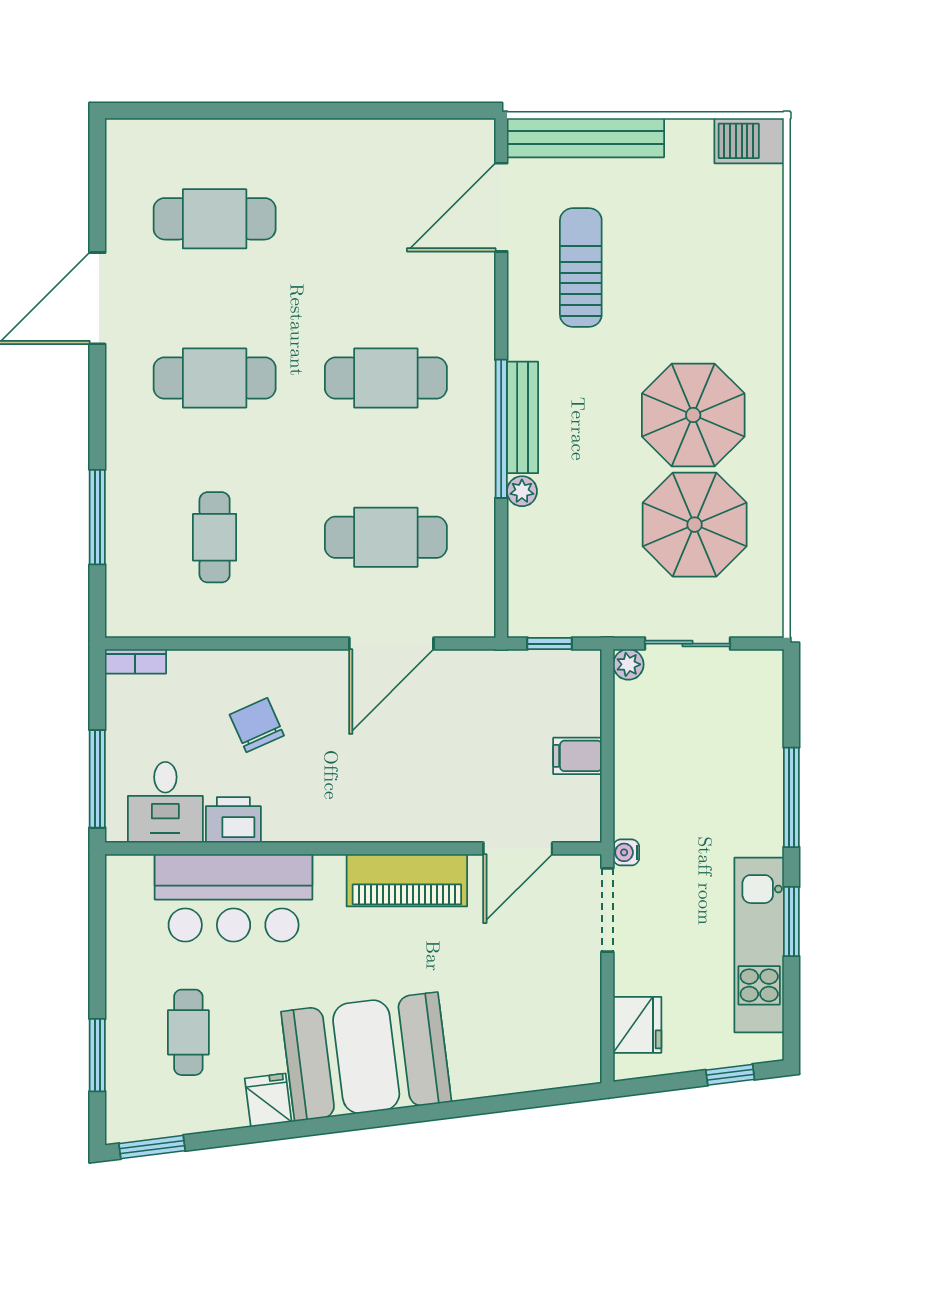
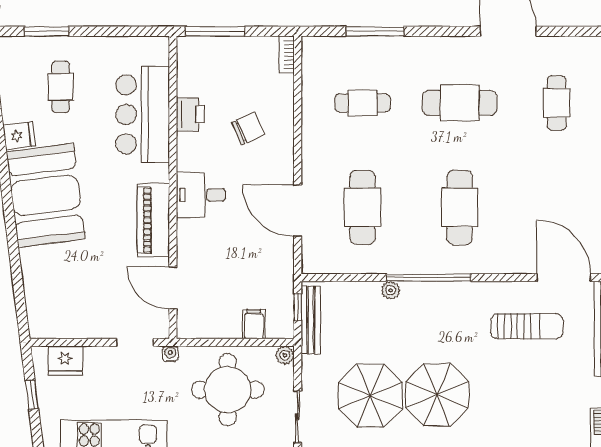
cafe table: (215, 219) -> (557, 103), width x0.73, depth x0.74
cafe table: (215, 378) -> (460, 103), turned 90
bench: (523, 417) -> (311, 320), moved, turned 90
sliding door: (687, 644) -> (298, 417), moved
filing cabinet: (577, 756) -> (254, 324), moved
round table: (685, 758) -> (228, 390), added
desk: (165, 802) -> (201, 195), moved
doorway: (607, 910) -> (135, 342), width x0.73
cafe table: (188, 1032) -> (61, 87), turned 90
window: (730, 1075) -> (32, 395), moved

